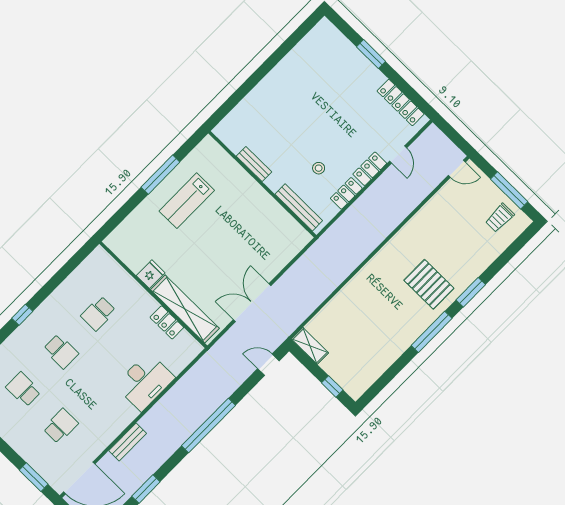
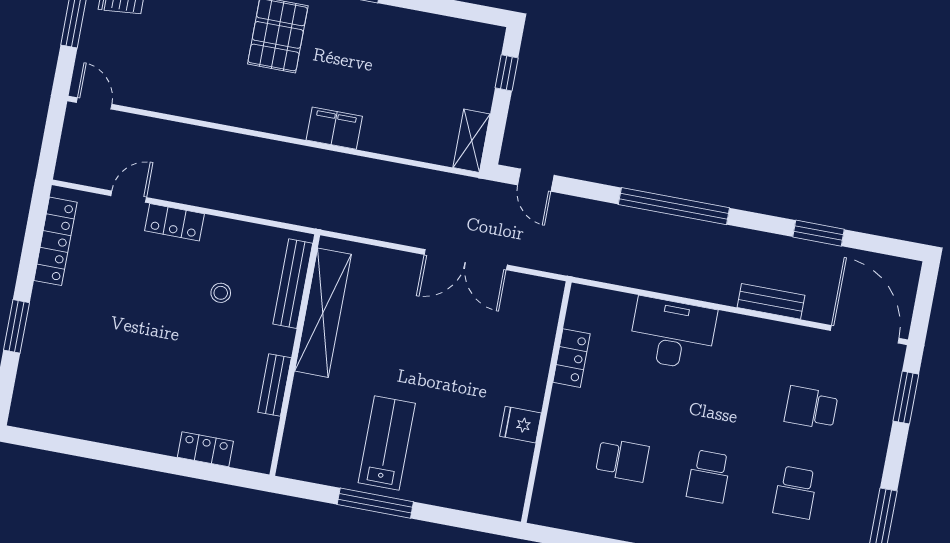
locker: (346, 193) -> (205, 449), moved, turned 180
lab bench: (187, 201) -> (387, 443), turned -90
filing cabinet: (363, 281) -> (334, 128), added
shelving: (185, 309) -> (323, 313), moved
school desk: (61, 351) -> (709, 476), turned 180

